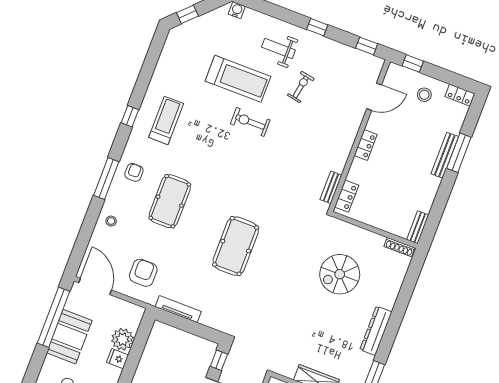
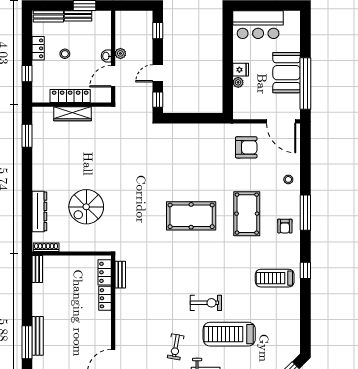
treadmill: (166, 120) -> (275, 278), turned 90
locker: (366, 145) -> (105, 298), moved
pool table: (236, 246) -> (191, 216), moved, turned 90
armchair: (143, 273) -> (246, 147), turned -90
spiral stairs: (340, 274) -> (86, 207), turned 180
tv unit: (178, 309) -> (207, 129), removed
dresser: (376, 331) -> (39, 211), moved
plant: (123, 339) -> (238, 82), width x0.53, depth x0.53

